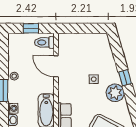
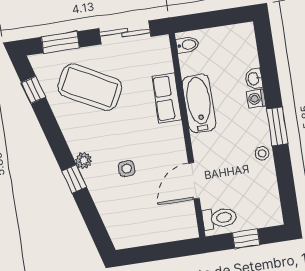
door: (56, 66) -> (194, 181), swing flipped
plant: (115, 93) -> (84, 160), width x0.53, depth x0.53

